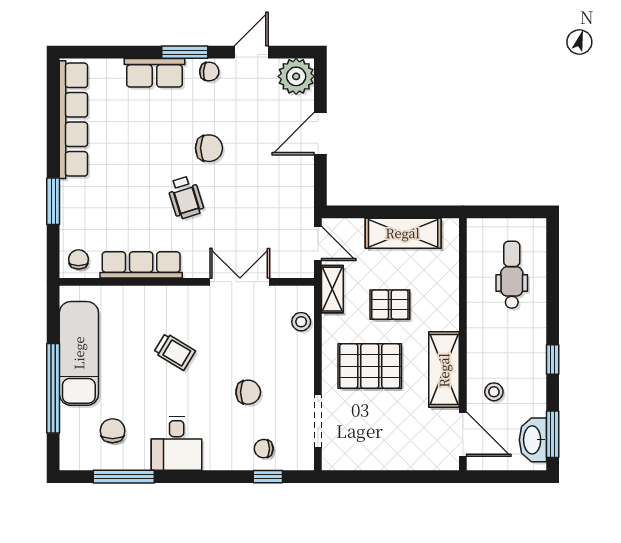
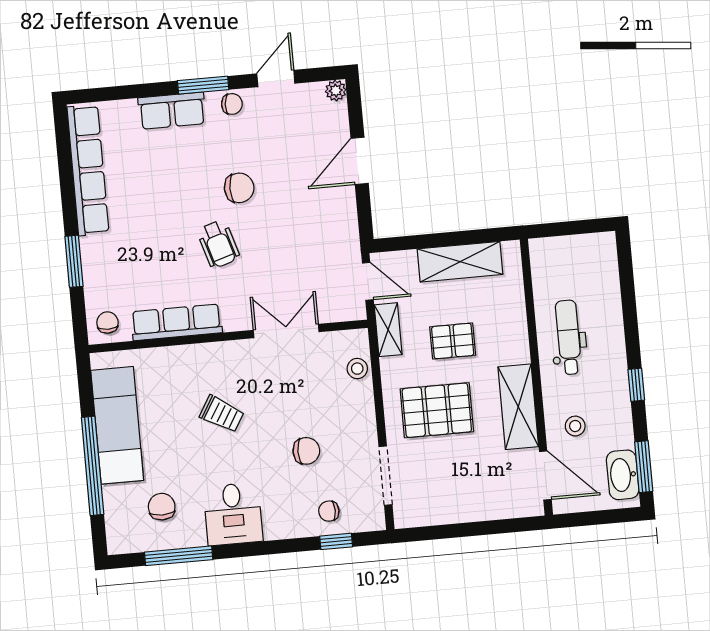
plant: (296, 76) -> (336, 91), width x0.53, depth x0.53
dental chair: (512, 275) -> (568, 337), moved

